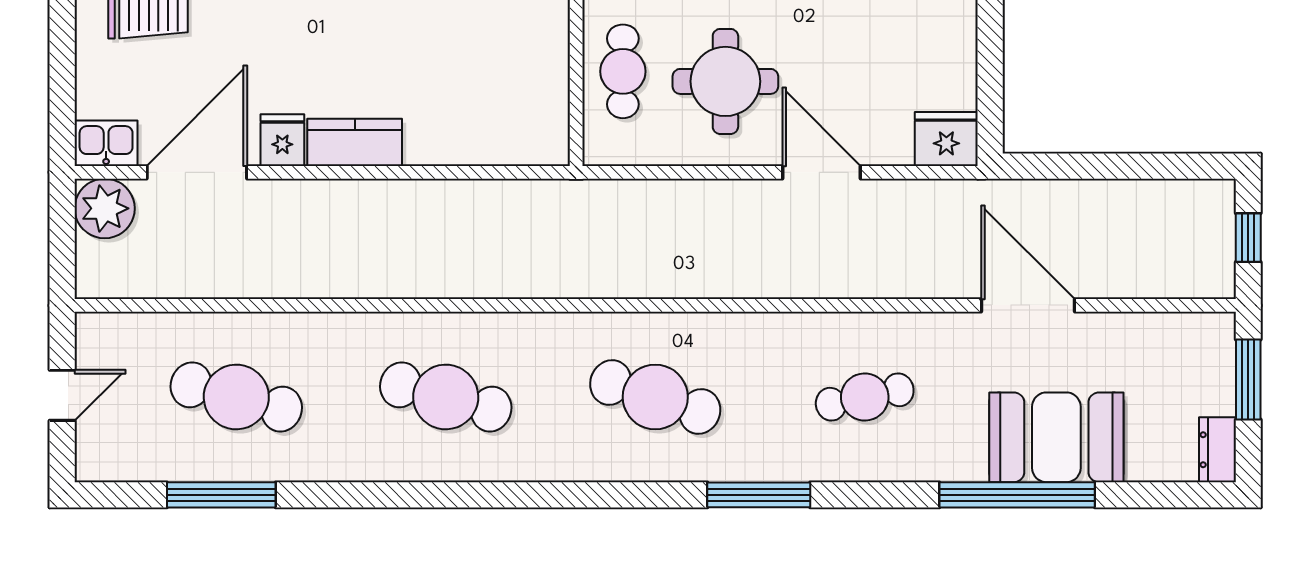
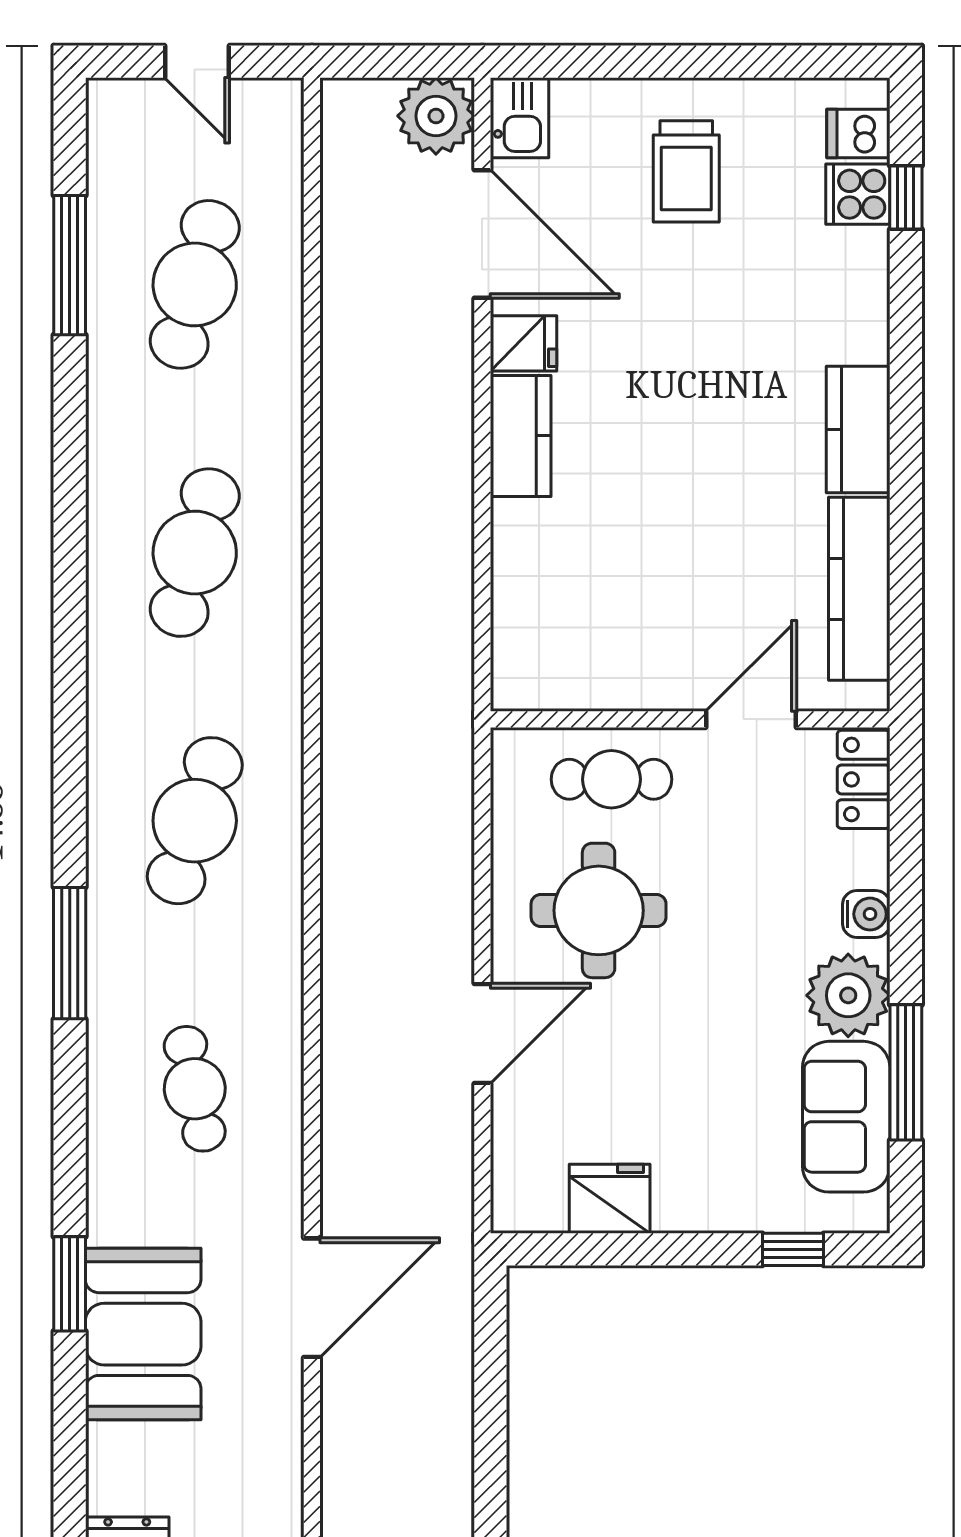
fridge: (946, 139) -> (610, 1199), moved, turned -90
window: (1017, 495) -> (70, 1284), width x0.47

